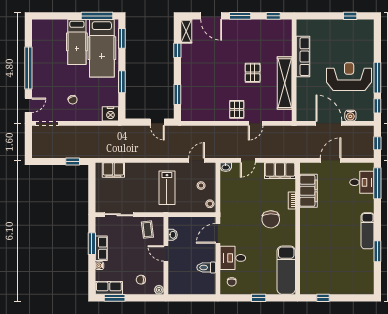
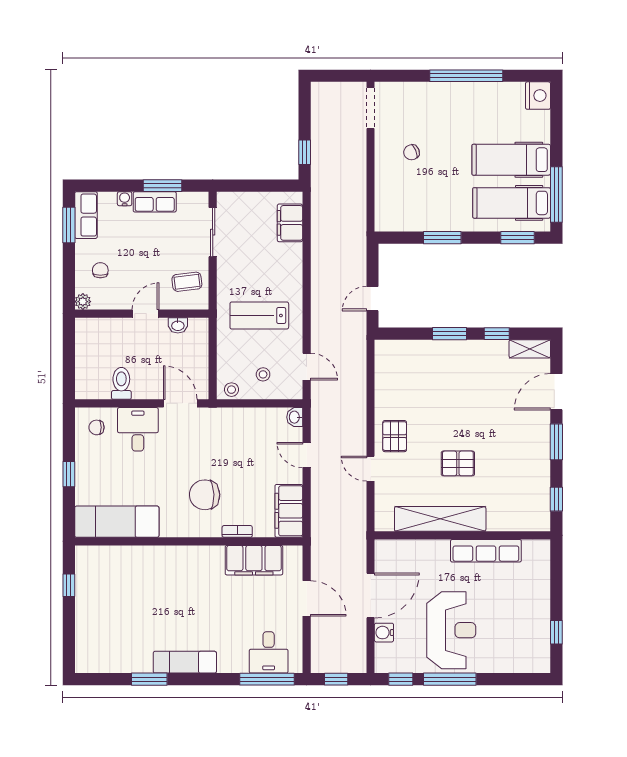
hospital bed: (102, 48) -> (512, 203), width x0.73, depth x0.78
window: (177, 94) -> (449, 334), moved
door: (28, 105) -> (402, 76), removed
pallet: (237, 109) -> (395, 436), turned 90
nightstand: (110, 114) -> (538, 96), moved, turned 180

